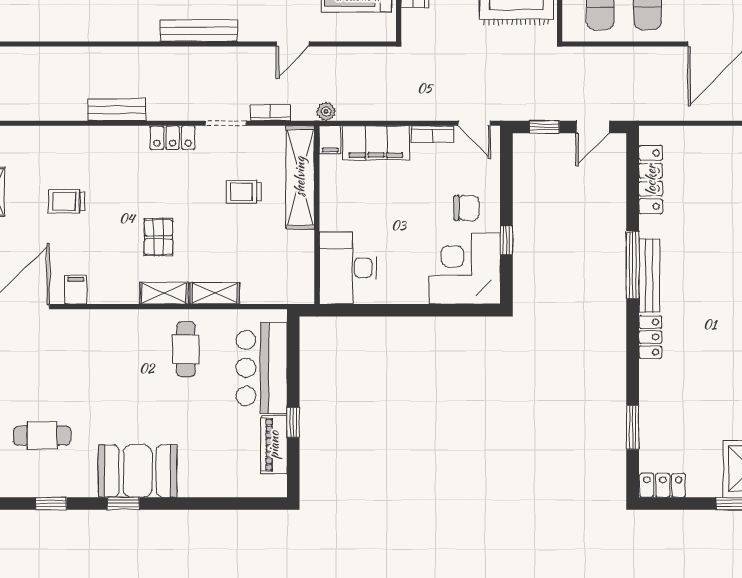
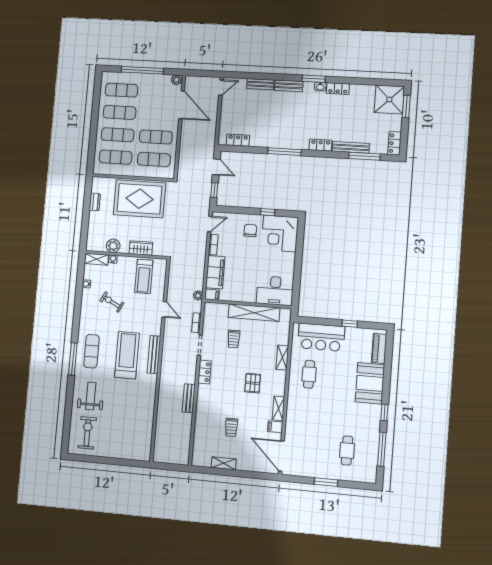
shelving: (300, 177) -> (254, 313), moved
locker: (651, 180) -> (238, 140), width x0.66
pallet: (159, 237) -> (253, 383), turned 90
bench: (649, 276) -> (351, 147), moved
shelving: (164, 293) -> (278, 408), moved
cafe table: (186, 349) -> (309, 374), turned 90
window: (633, 427) -> (364, 156), width x1.44
piano: (274, 445) -> (379, 348), moved, turned 90
booth: (138, 471) -> (370, 383), moved
window: (51, 504) -> (382, 449), width x2.17

